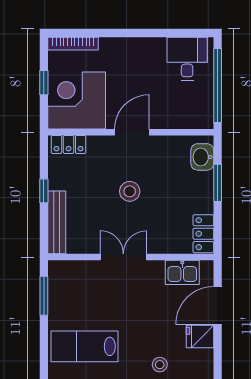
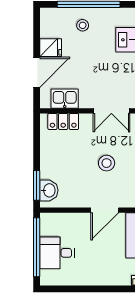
desk: (187, 59) -> (57, 253), moved, turned 90
window: (218, 183) -> (37, 185), moved
locker: (203, 234) -> (63, 121), moved, turned 90

